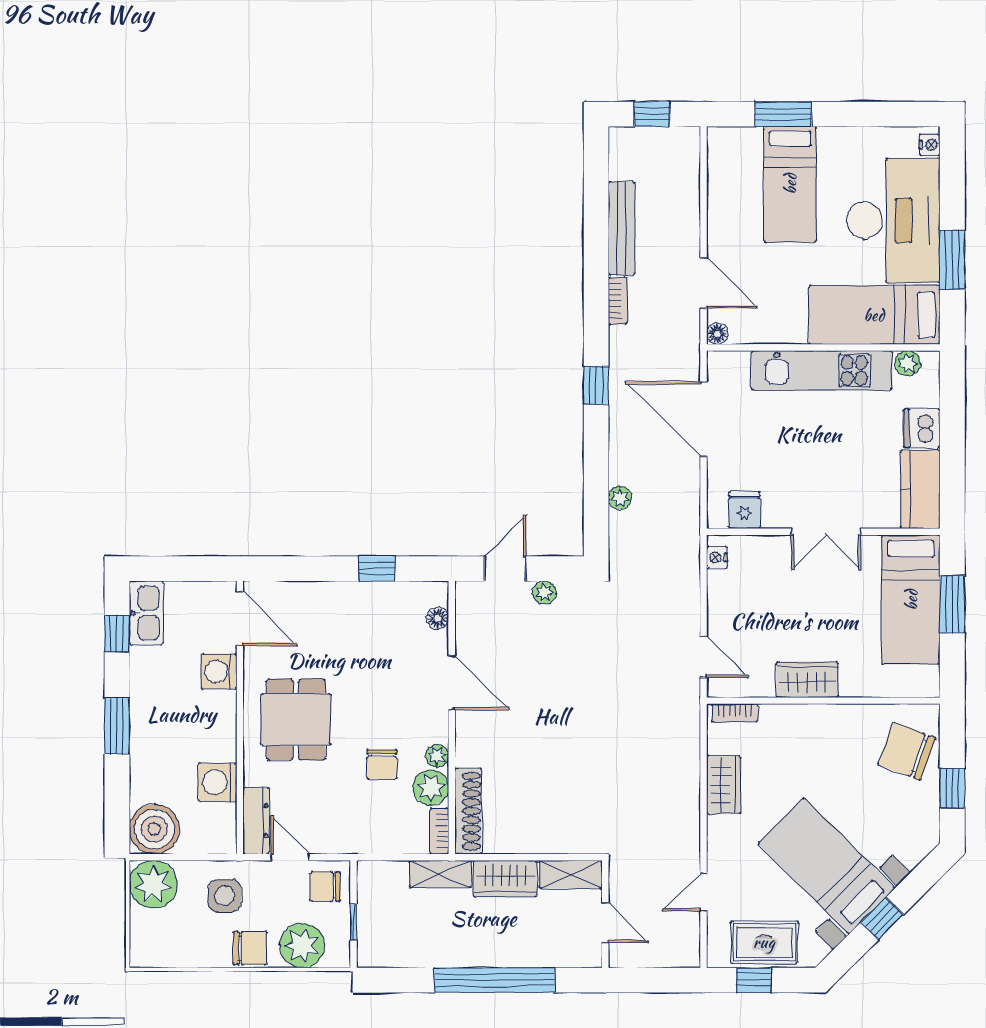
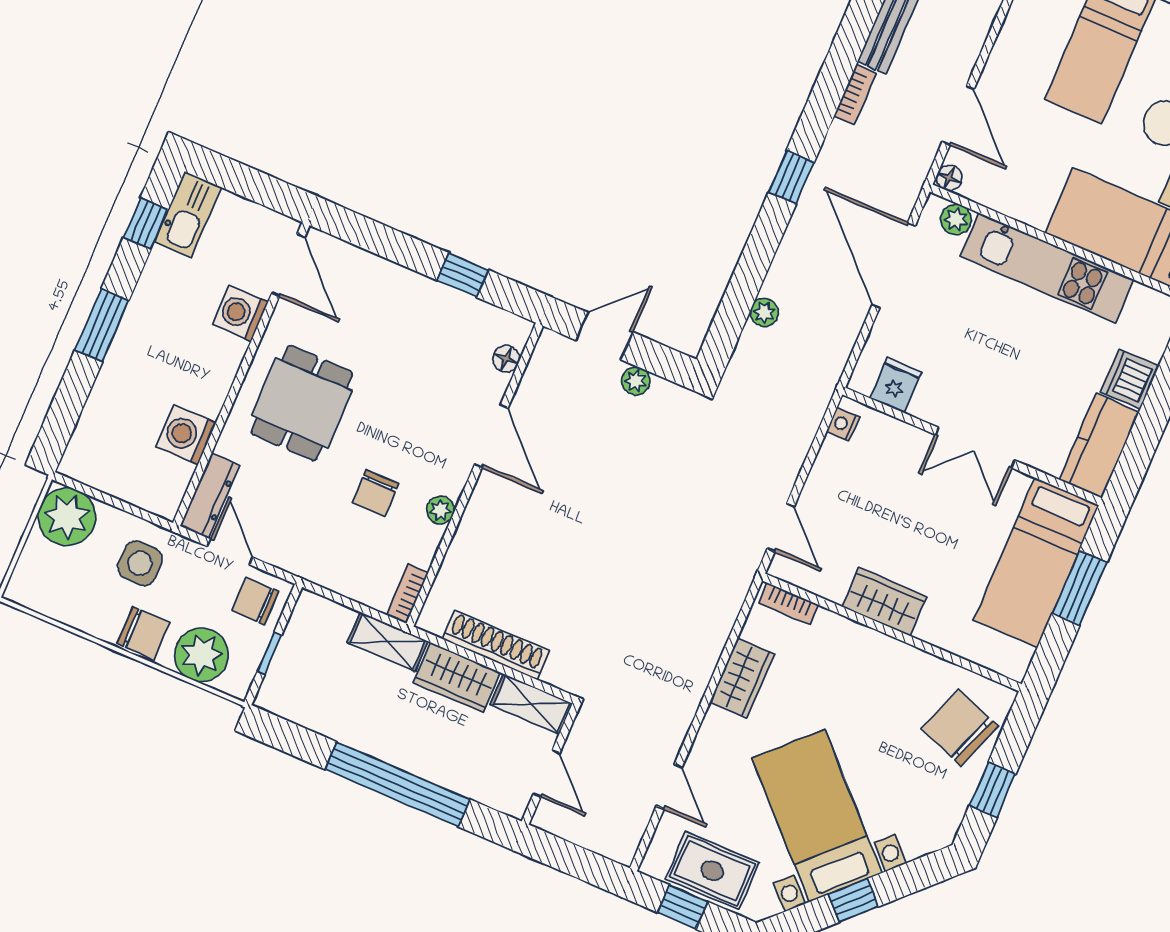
plant: (908, 363) -> (956, 219), moved
plant: (431, 788) -> (418, 542), removed
shoe rack: (468, 811) -> (496, 645), moved, turned -90
boiler: (154, 829) -> (94, 457), removed
door: (704, 892) -> (669, 786), swing flipped

